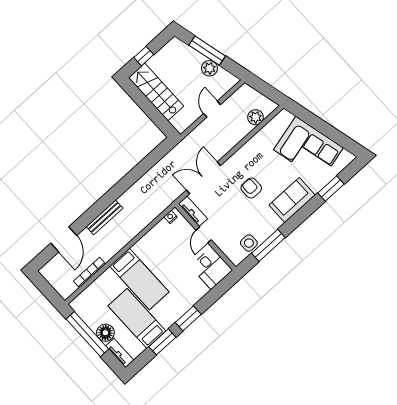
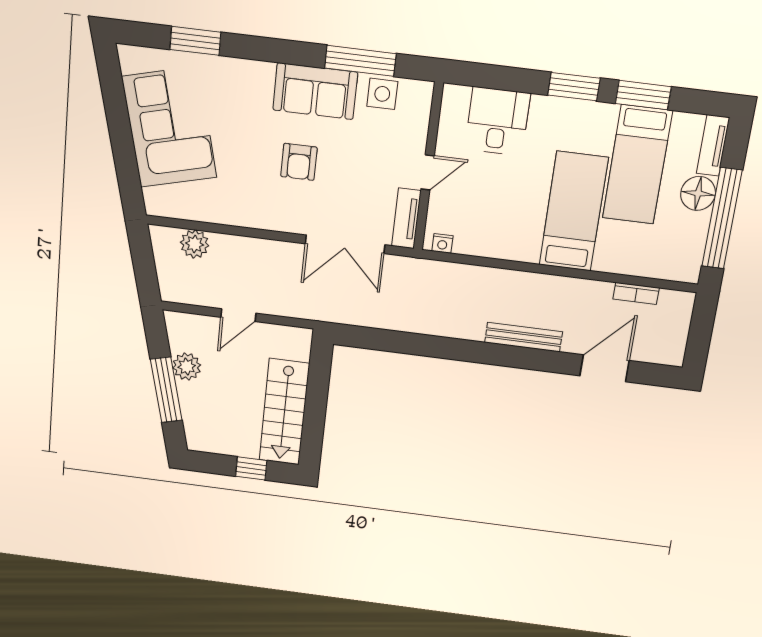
sofa: (292, 200) -> (315, 91), moved
desk: (211, 268) -> (497, 121), moved
bookcase: (90, 273) -> (636, 293), width x0.64

